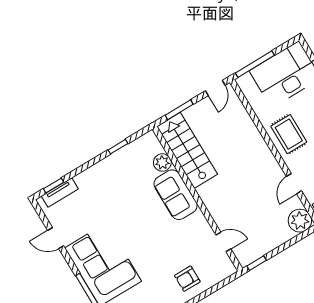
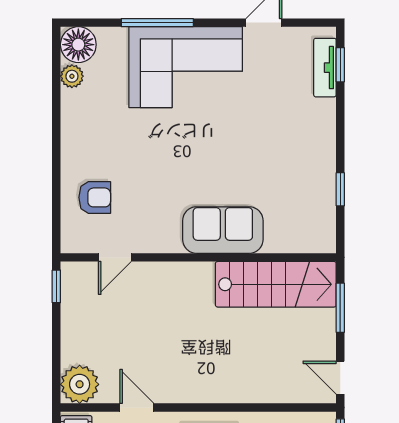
plant: (162, 162) -> (280, 239), removed
armchair: (187, 279) -> (95, 197), moved, turned 90

